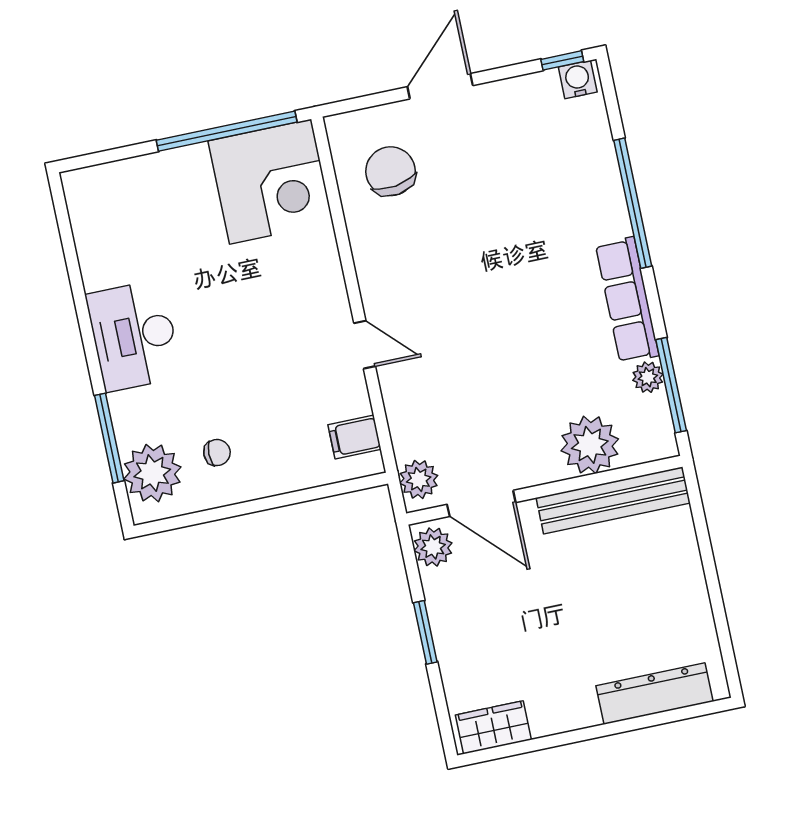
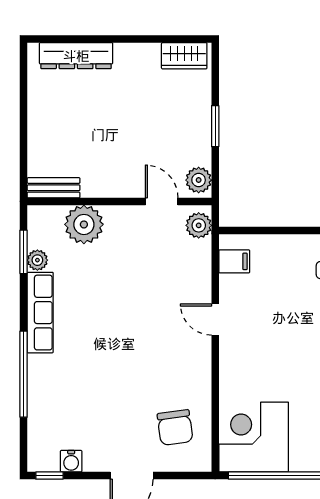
water cooler: (578, 80) -> (71, 461), moved
window: (671, 385) -> (24, 252), width x0.69
bench: (613, 500) -> (54, 188), width x0.54, depth x0.82
door: (481, 503) -> (162, 201), width x0.73

